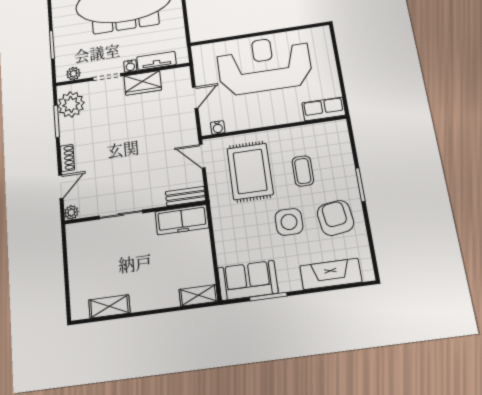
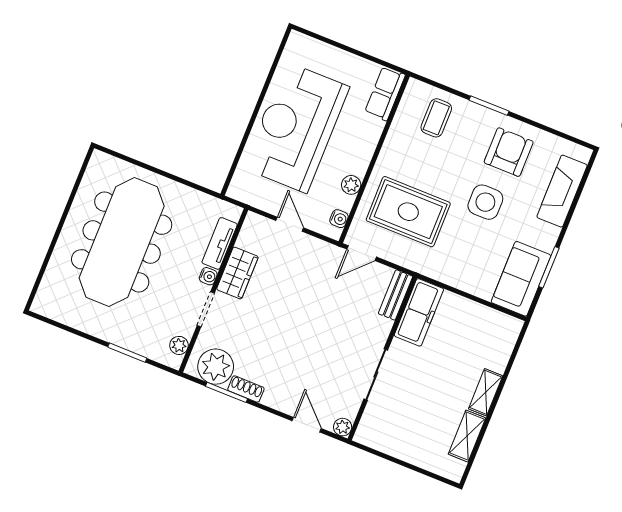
plant: (246, 122) -> (351, 185), added
shoe rack: (67, 158) -> (246, 389), moved
coffee table: (303, 171) -> (436, 118), moved, turned 90
armchair: (335, 218) -> (509, 152), turned 98
shelving: (198, 295) -> (486, 392), moved

